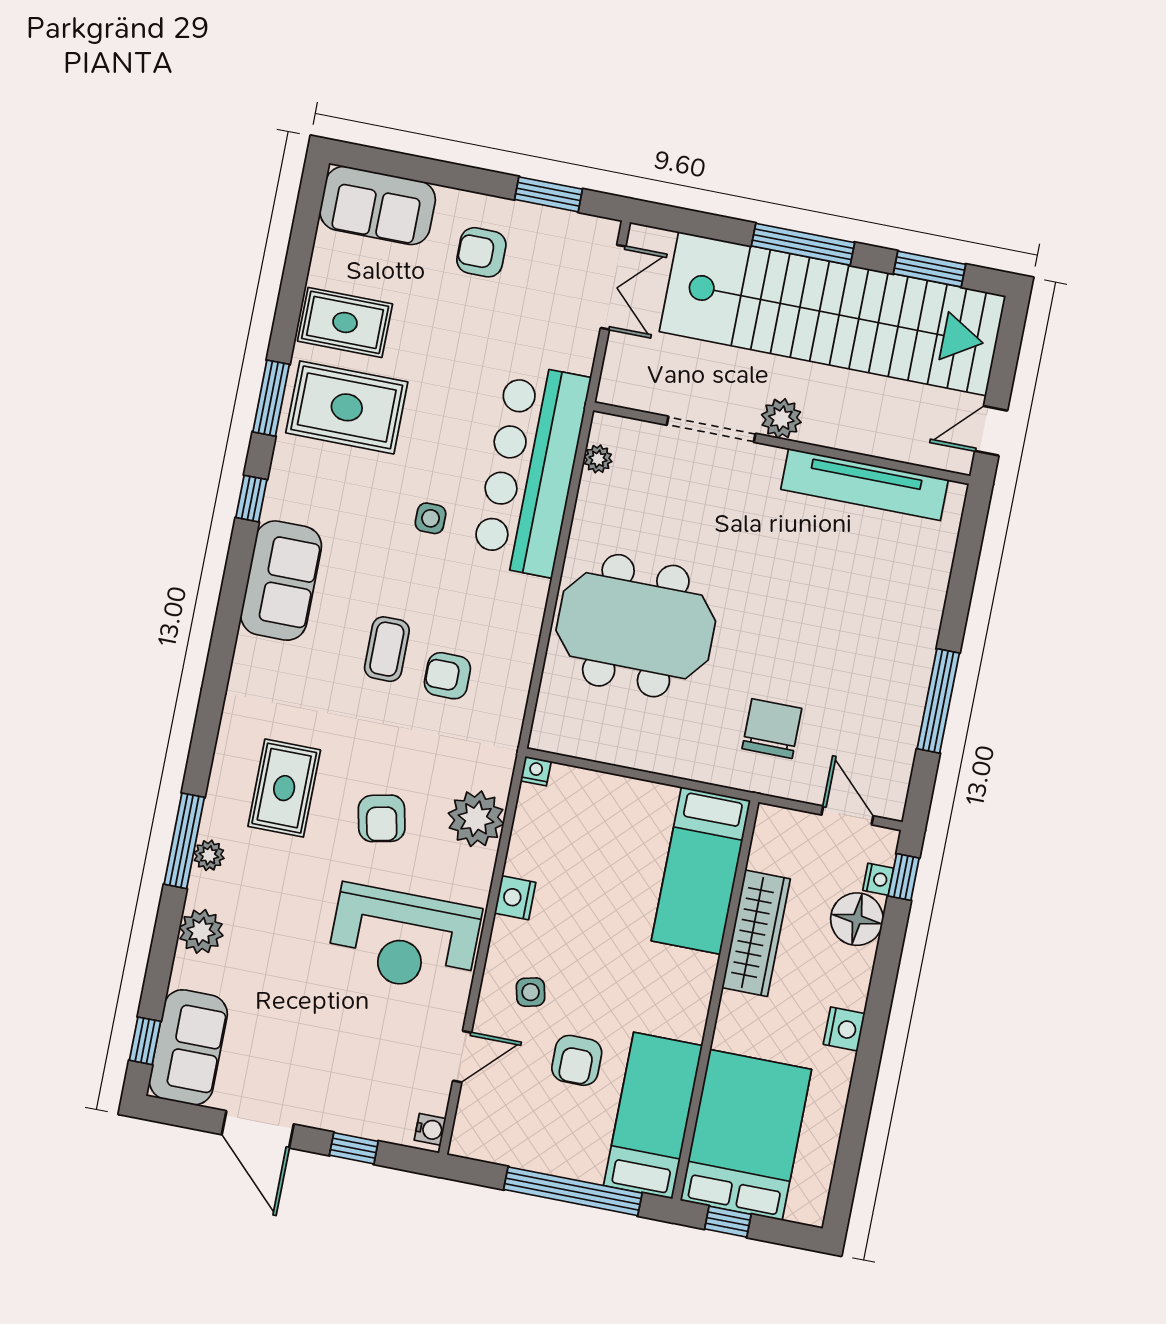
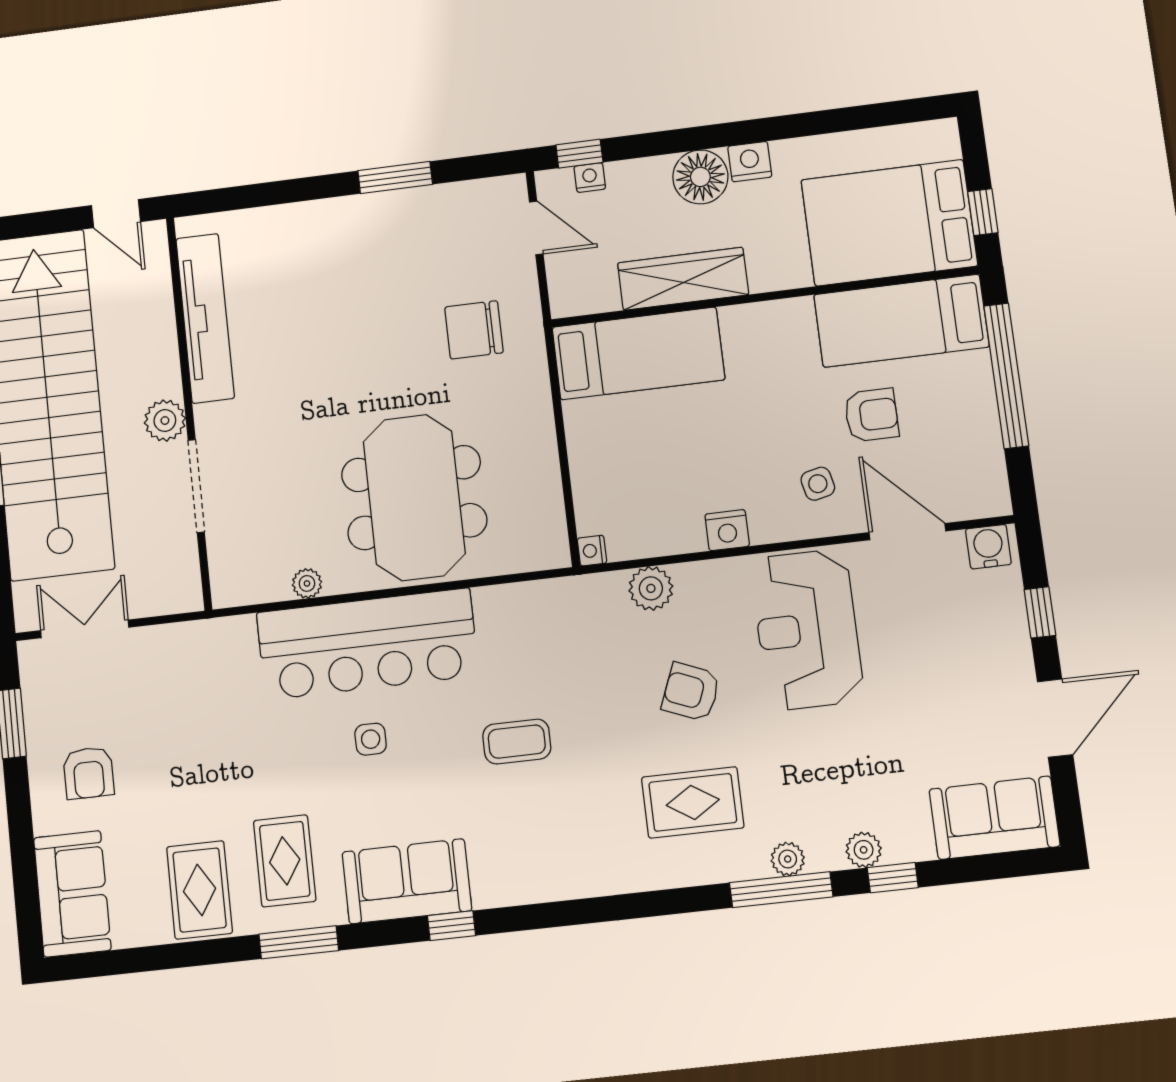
rug: (347, 407) -> (285, 861), width x0.73, depth x0.70
plant: (598, 459) -> (307, 583), moved
bar counter: (531, 470) -> (367, 644), moved
window: (251, 499) -> (451, 926), moved
sofa: (281, 581) -> (407, 881), moved
armchair: (447, 676) -> (524, 671), removed
window: (938, 701) -> (395, 177), width x0.69
door: (847, 815) -> (536, 228), swing flipped
armchair: (382, 818) -> (691, 692), turned -146
plant: (476, 819) -> (651, 588), width x0.73, depth x0.73
floor lamp: (857, 919) -> (700, 177), moved
plant: (201, 931) -> (864, 850), width x0.73, depth x0.73
reception desk: (404, 939) -> (807, 630), turned 180
window: (145, 1041) -> (893, 878), moved
door: (462, 1057) -> (907, 532), width x1.38
water cooler: (430, 1129) -> (988, 547), width x1.38, depth x1.38

